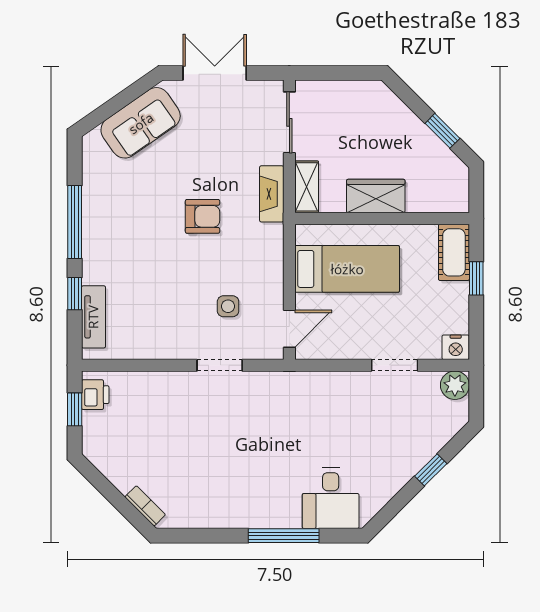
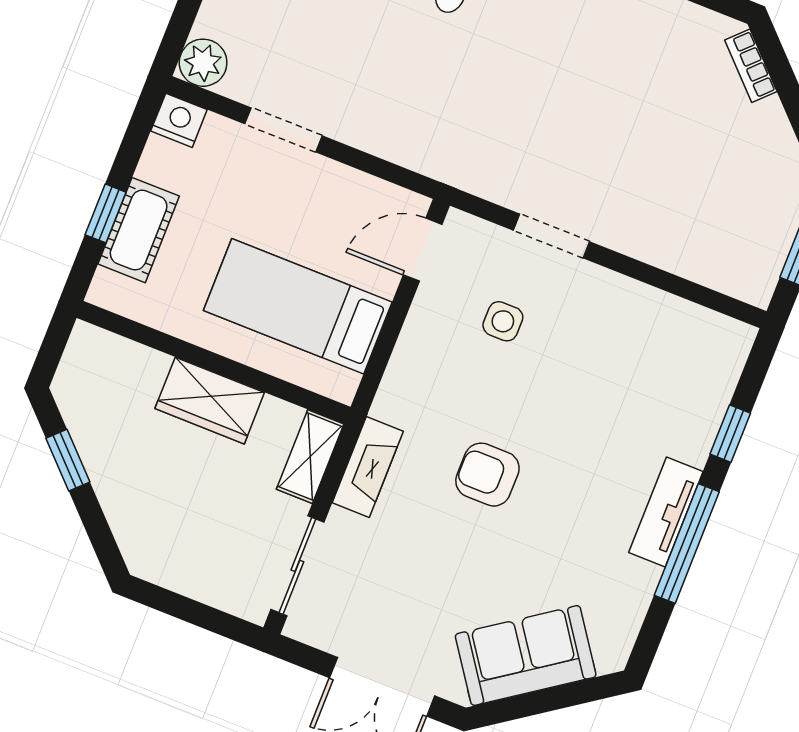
cot: (454, 252) -> (139, 230), moved
tv unit: (93, 317) -> (666, 512), moved
printer: (95, 395) -> (760, 266), removed

